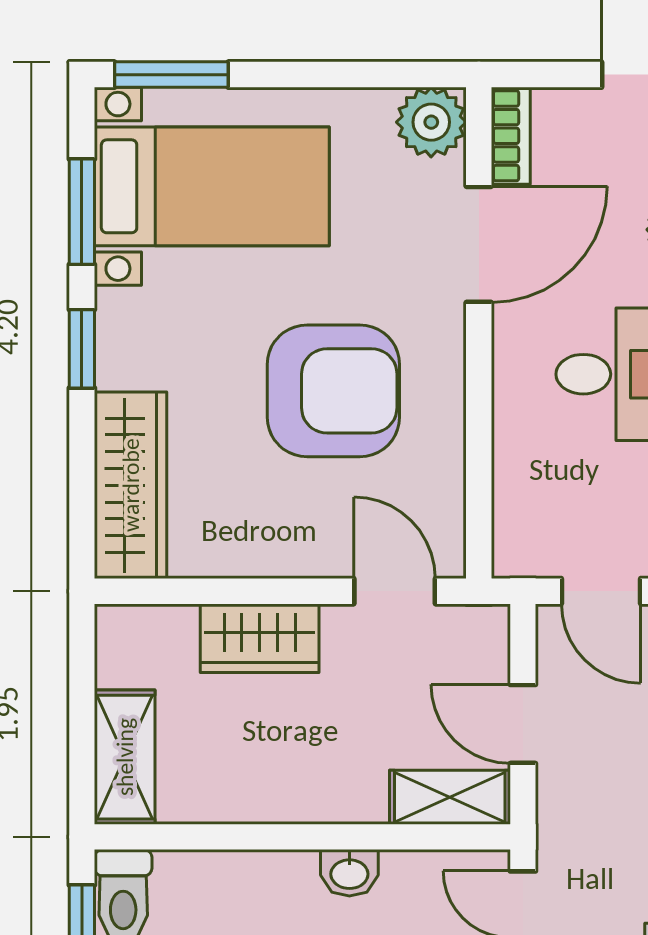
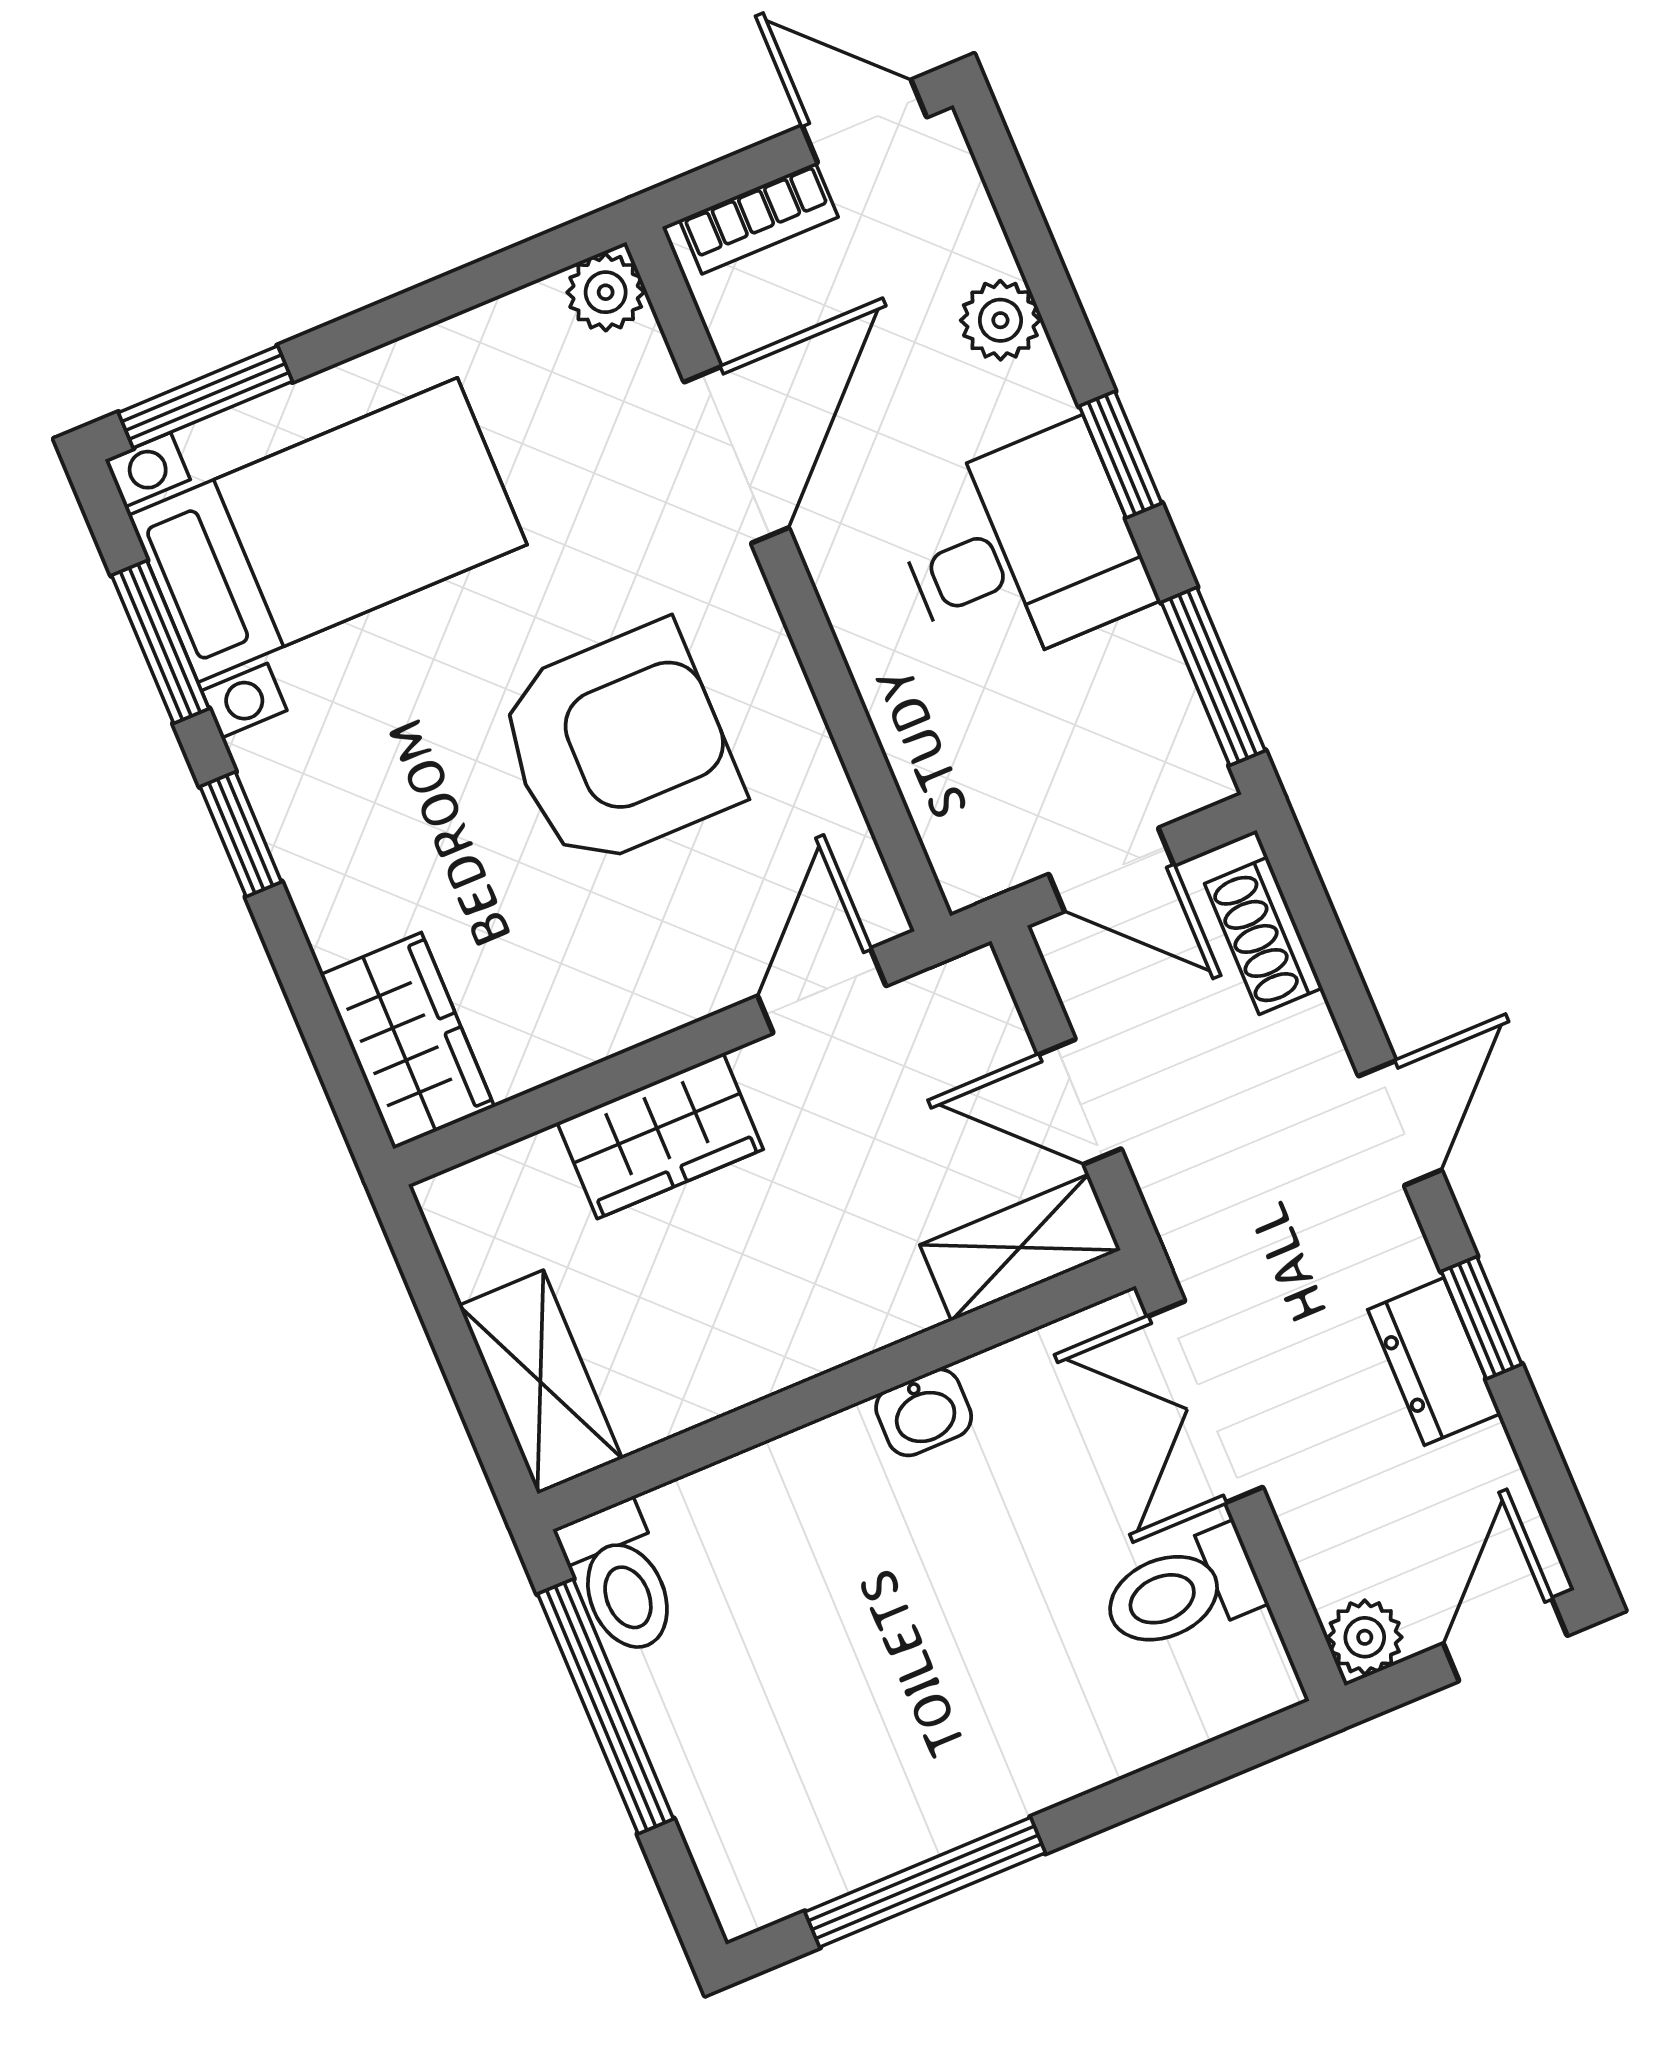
plant: (431, 122) -> (606, 292), width x0.73, depth x0.73
bookcase: (511, 136) -> (759, 218), moved, turned 90
wardrobe: (131, 485) -> (407, 1041), width x0.67
door: (395, 591) -> (822, 991), hinge flipped

